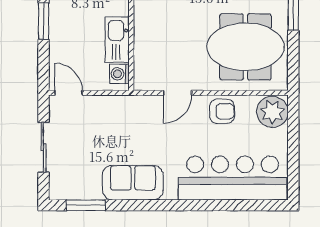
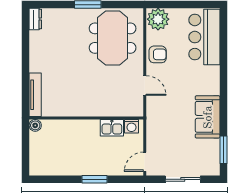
kitchen sink: (117, 40) -> (112, 128), width x0.73
armchair: (222, 111) -> (158, 54), turned 90
bar counter: (232, 178) -> (204, 37), width x0.73

